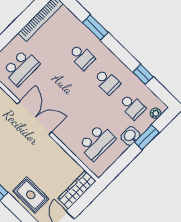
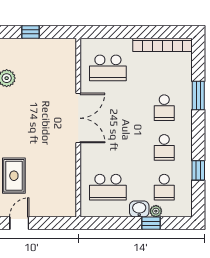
plant: (156, 113) -> (156, 211), moved
window: (147, 137) -> (151, 223), width x0.67
wardrobe: (77, 190) -> (54, 209), removed

